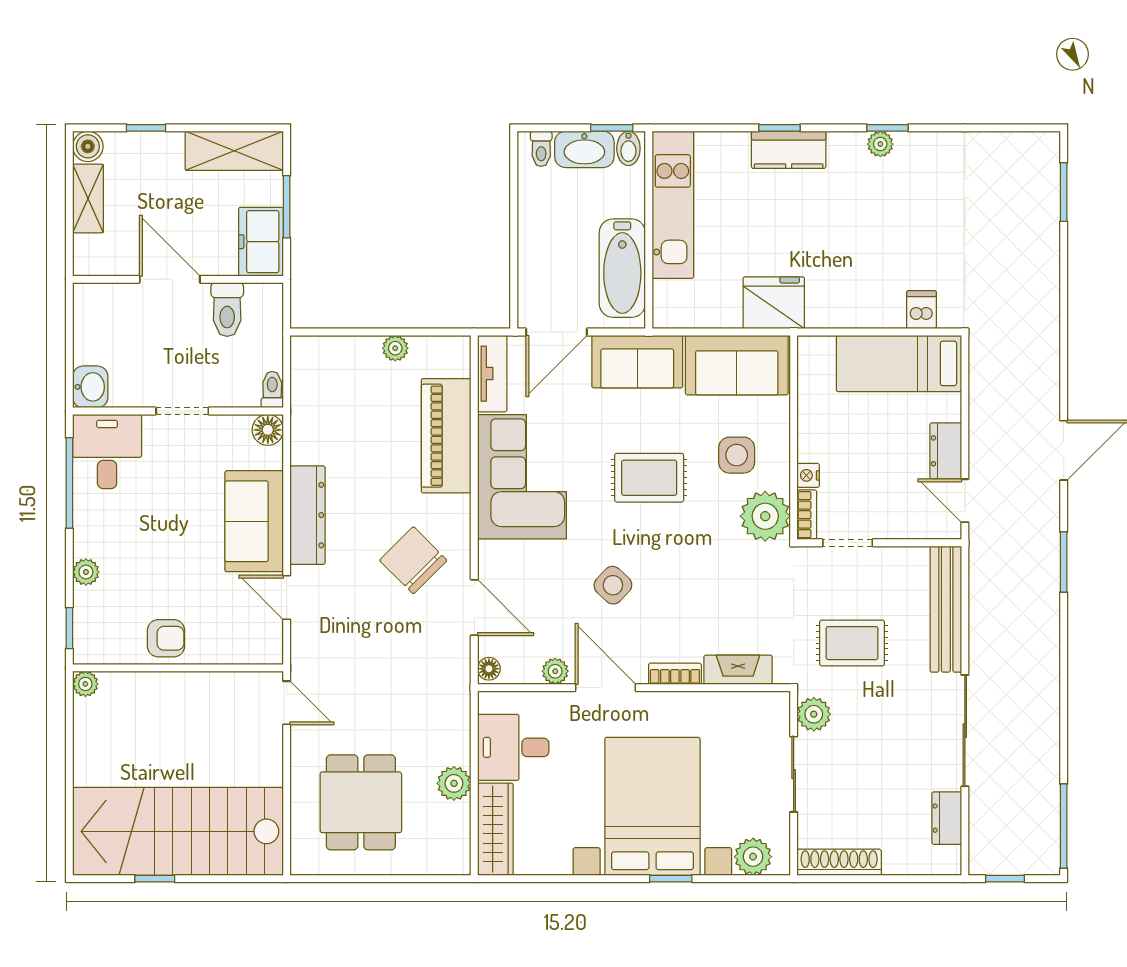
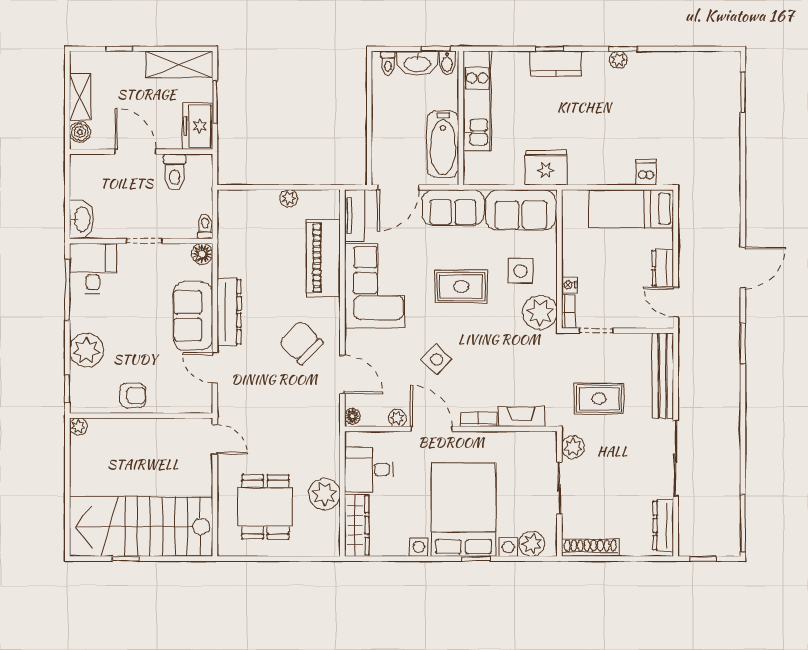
boiler: (88, 146) -> (80, 132), moved
washbasin: (90, 387) -> (82, 219), width x1.38
plant: (86, 572) -> (86, 350), width x1.88, depth x1.88
plant: (454, 783) -> (324, 494), width x1.36, depth x1.36
dresser: (947, 818) -> (663, 525), width x1.44

